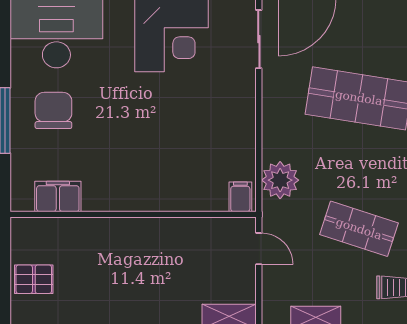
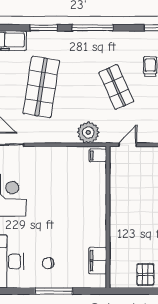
chair: (53, 110) -> (48, 263), width x0.54, depth x0.54
shop shelf: (359, 229) -> (116, 87), turned -42

